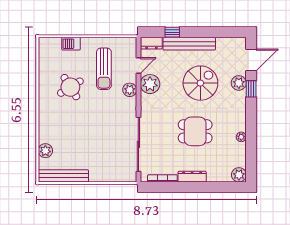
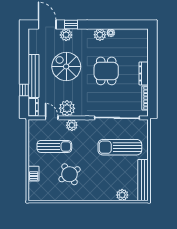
sun lounger: (103, 148) -> (120, 147), added
plant: (239, 175) -> (100, 35), moved

